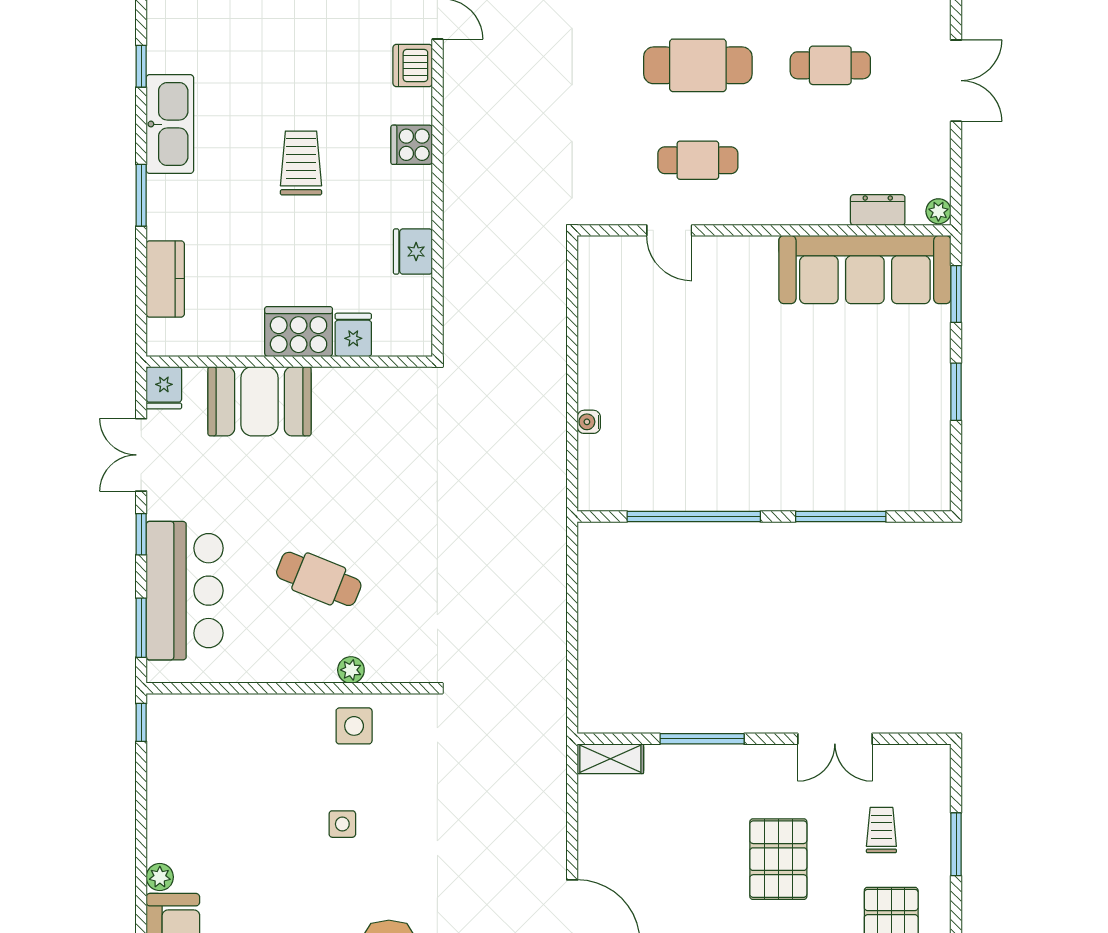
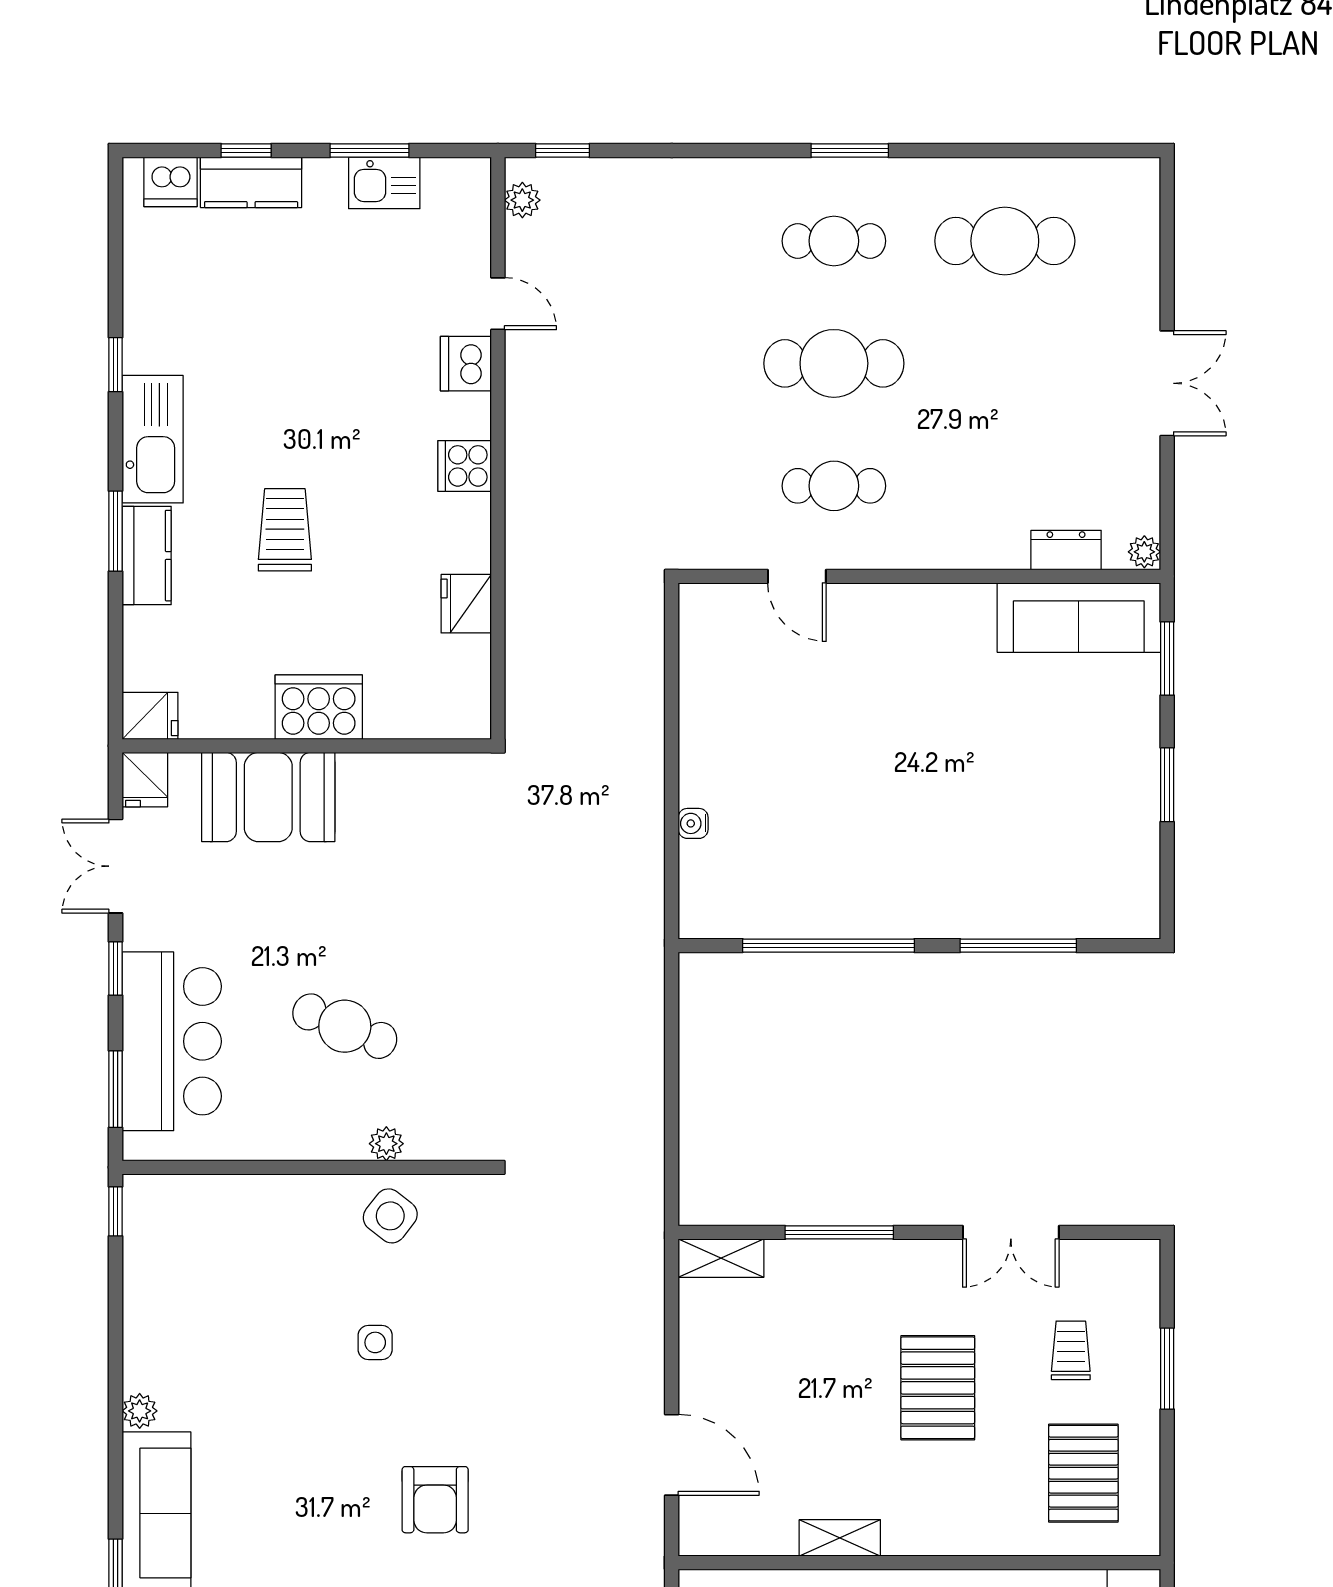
cafe table: (830, 65) -> (1005, 363), removed
trolley: (301, 163) -> (285, 530), moved
sofa: (865, 270) -> (1079, 618), width x0.74, depth x0.79
kitchen counter: (165, 279) -> (147, 556), moved
fridge: (353, 335) -> (150, 716), moved, turned 90
side table: (354, 726) -> (390, 1216), turned 38

